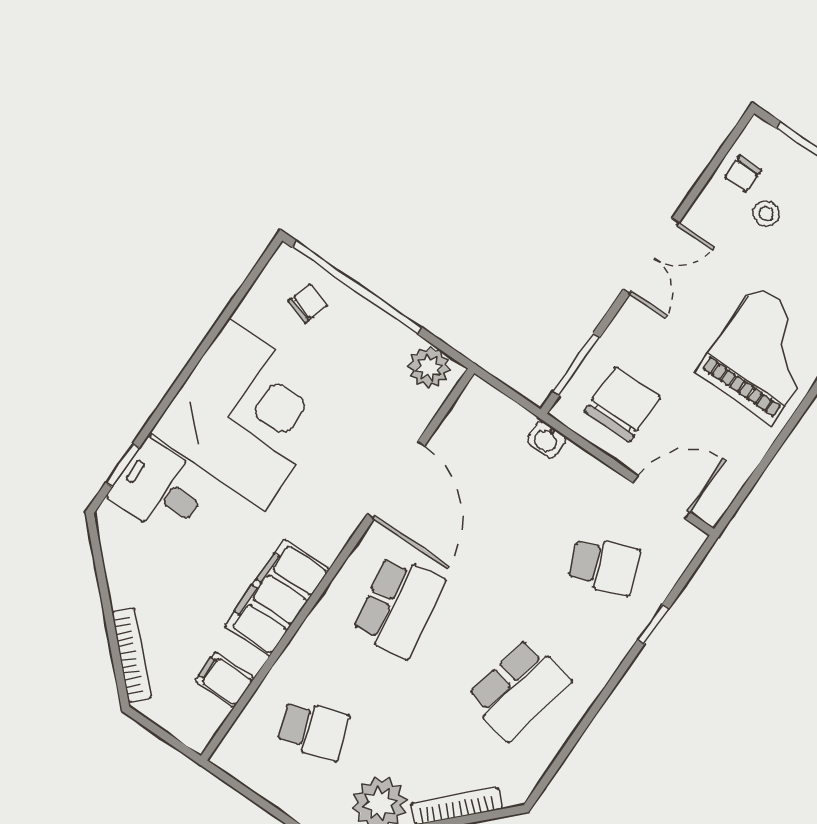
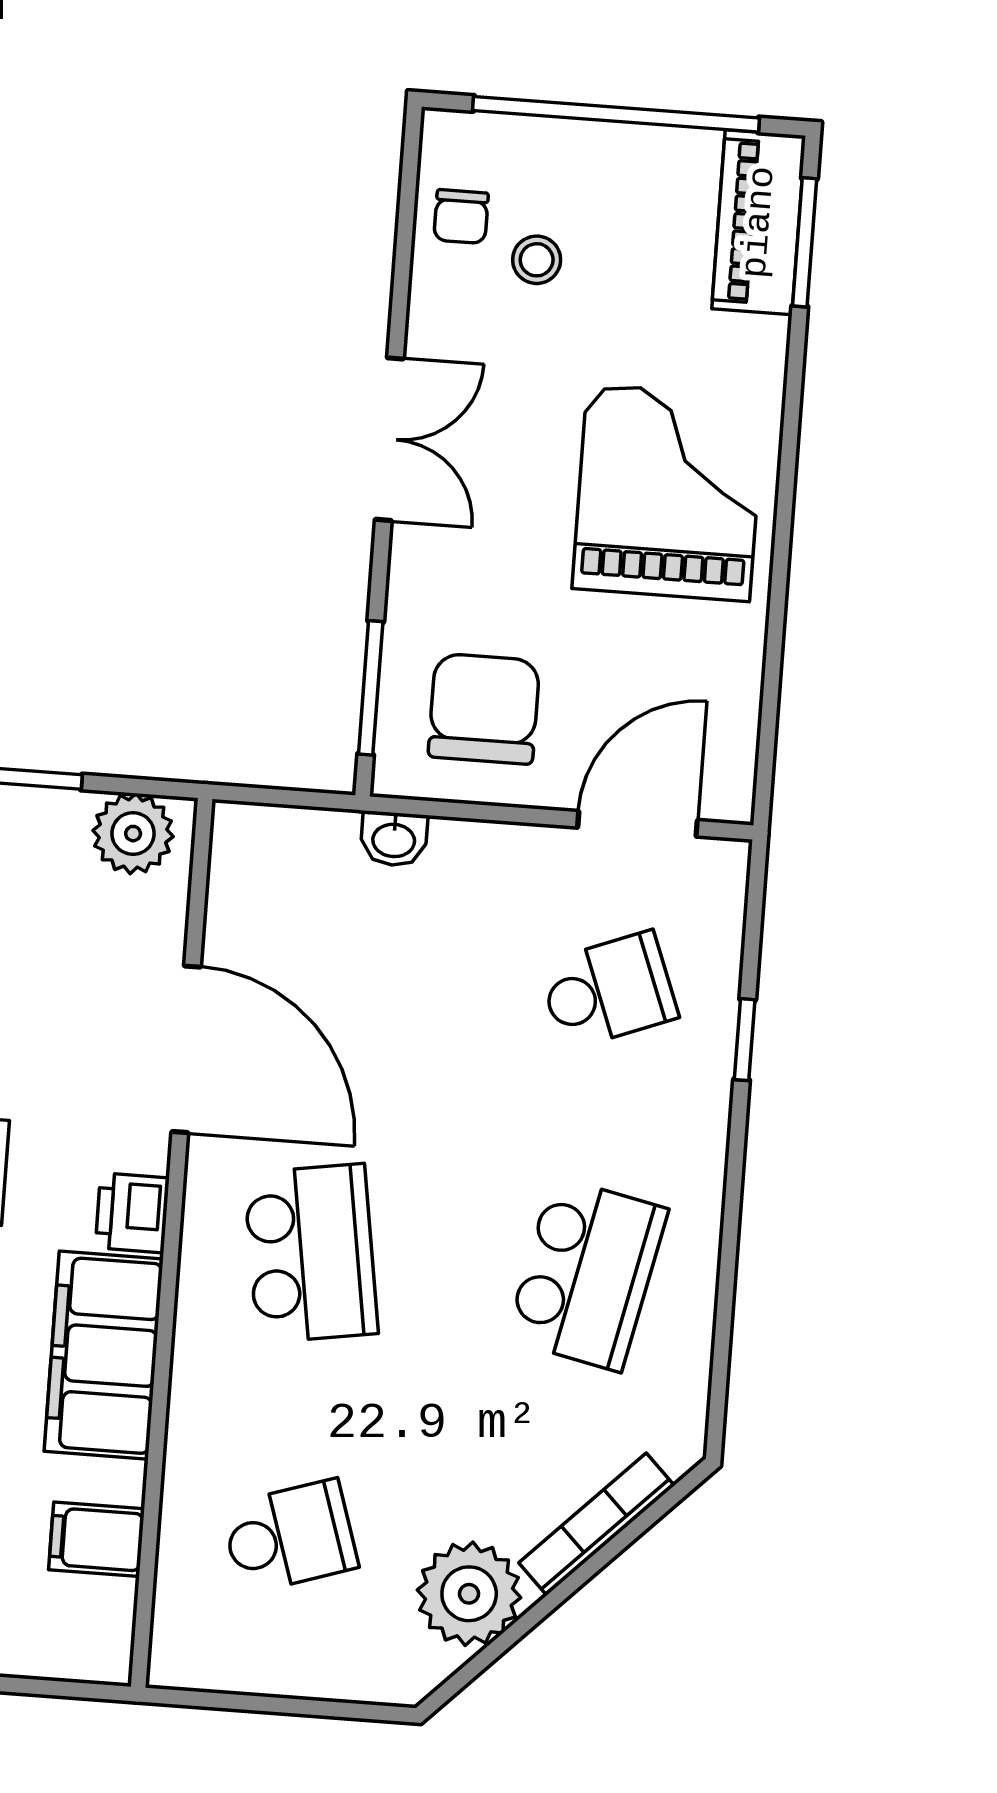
printer: (328, 540) -> (132, 1213), added

